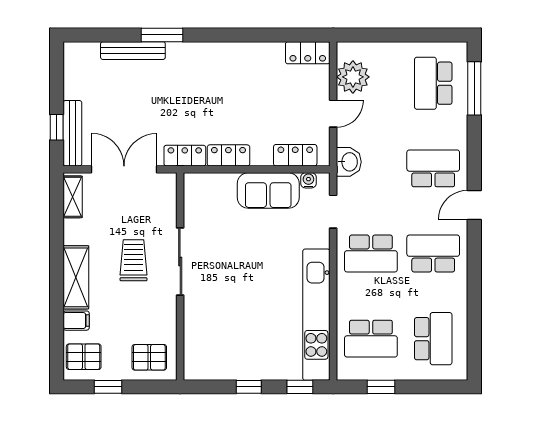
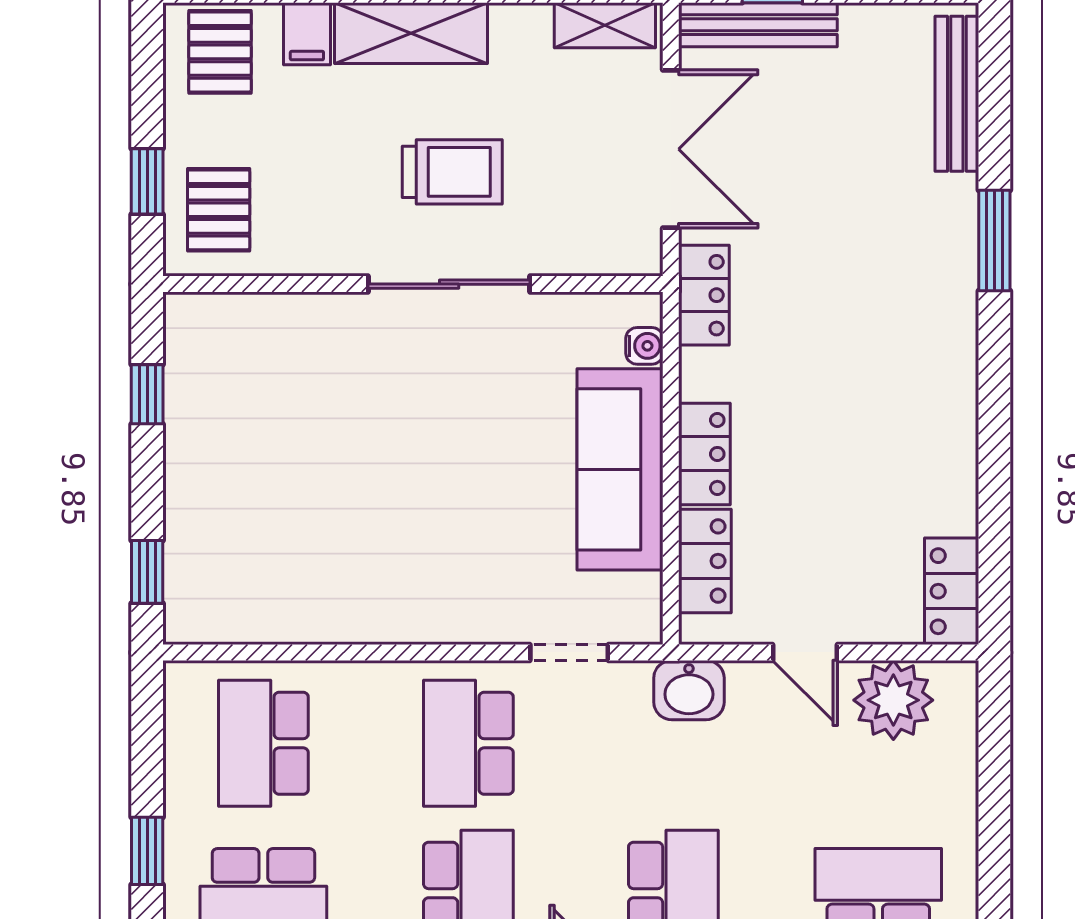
bench: (133, 51) -> (957, 94), moved
locker: (228, 155) -> (704, 454), moved
water cooler: (308, 180) -> (644, 346), moved
sofa: (268, 190) -> (620, 469), width x1.36
kitchen unit: (316, 315) -> (321, 612), removed
window: (108, 387) -> (147, 181), moved
window: (249, 387) -> (147, 394), moved
window: (381, 387) -> (147, 851), moved

